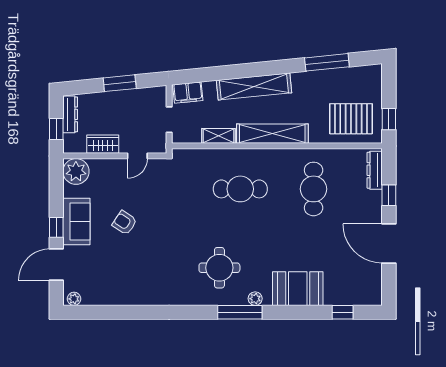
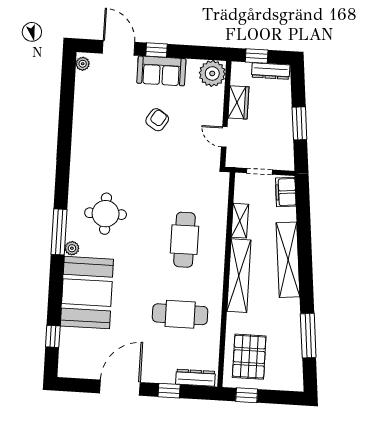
booth: (298, 289) -> (87, 293), width x1.36, depth x1.42

